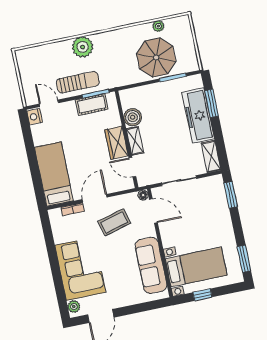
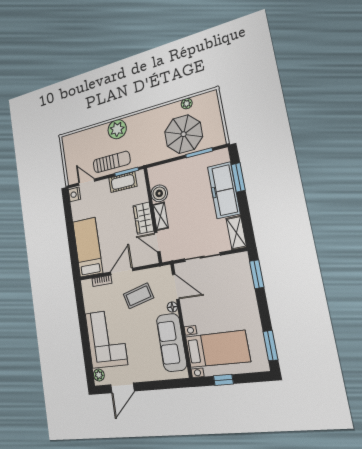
floor lamp: (143, 195) -> (172, 307), moved

